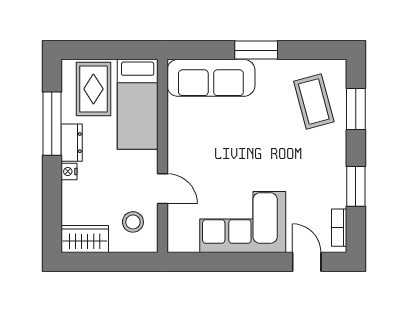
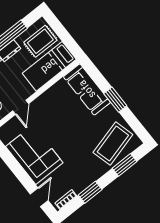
coffee table: (314, 102) -> (113, 144), width x1.36, depth x1.32

